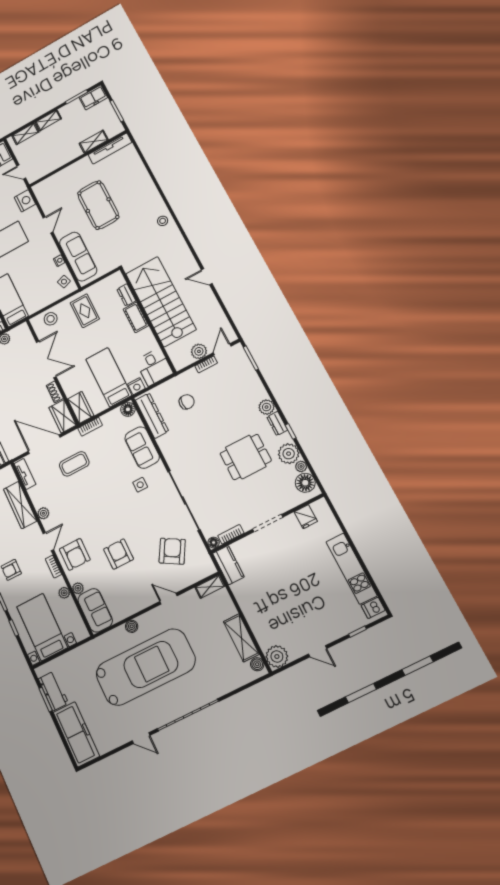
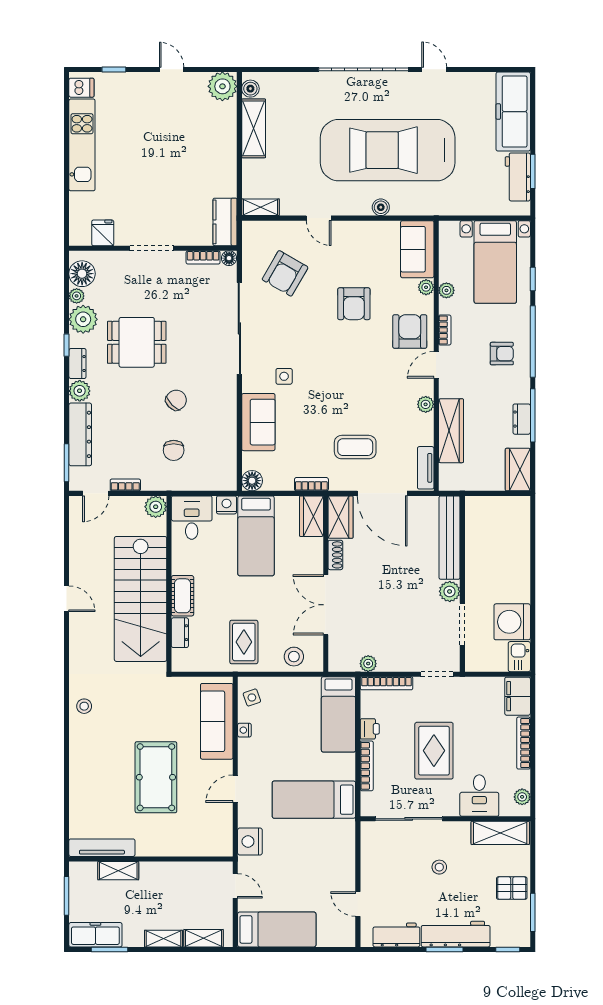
freezer: (93, 97) -> (95, 935), width x1.40
plant: (199, 351) -> (156, 507), moved
chair: (187, 402) -> (174, 450), turned -90
dresser: (152, 416) -> (80, 434), moved, turned 180
chair: (201, 434) -> (176, 400), added

